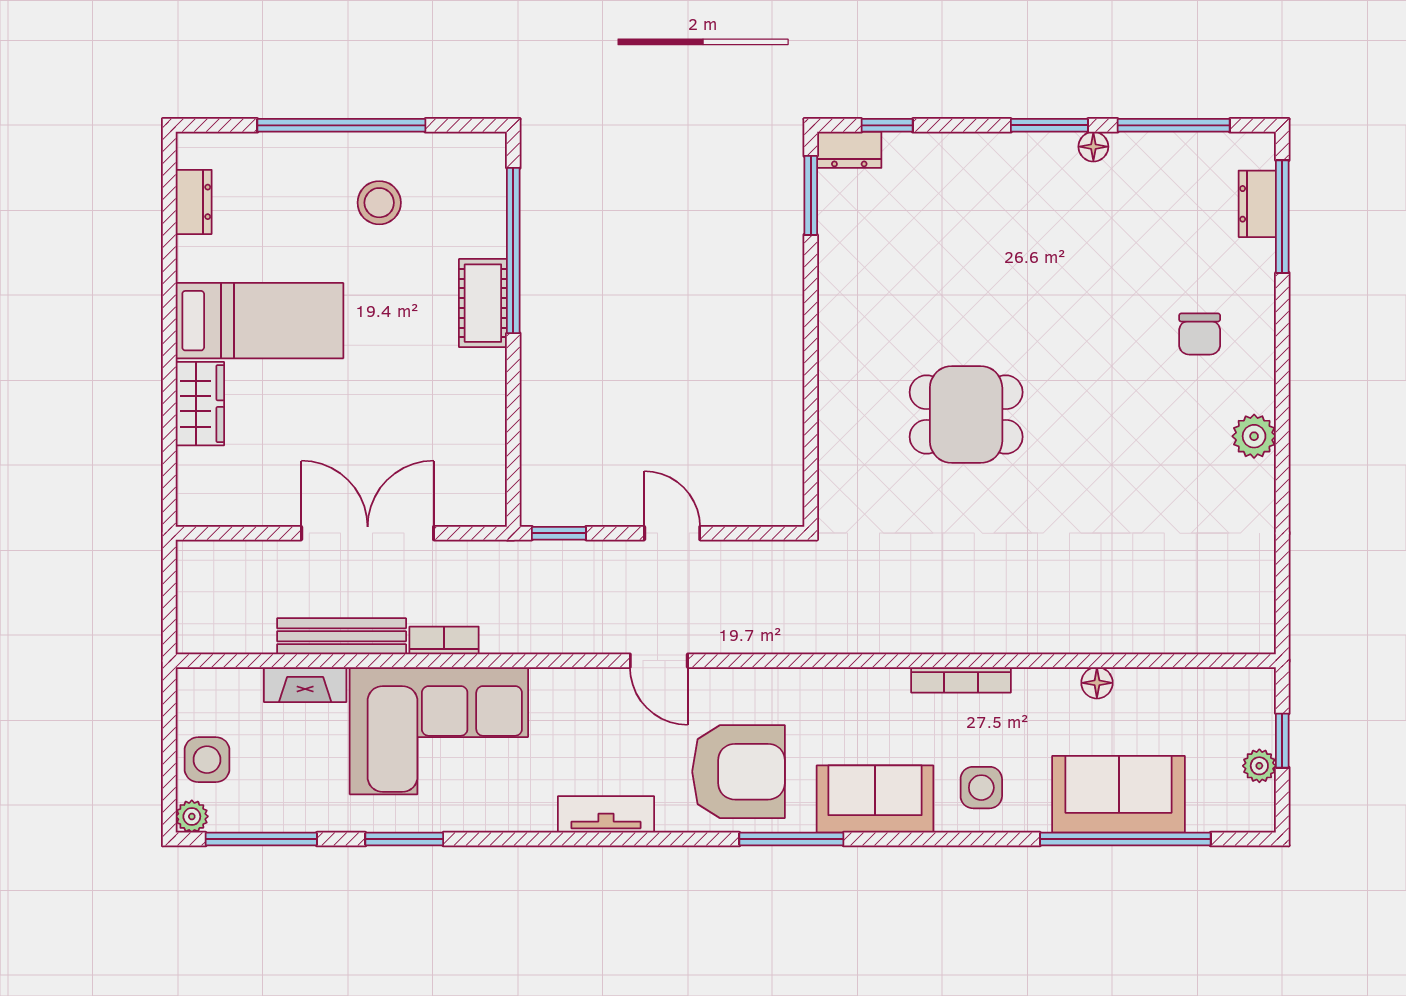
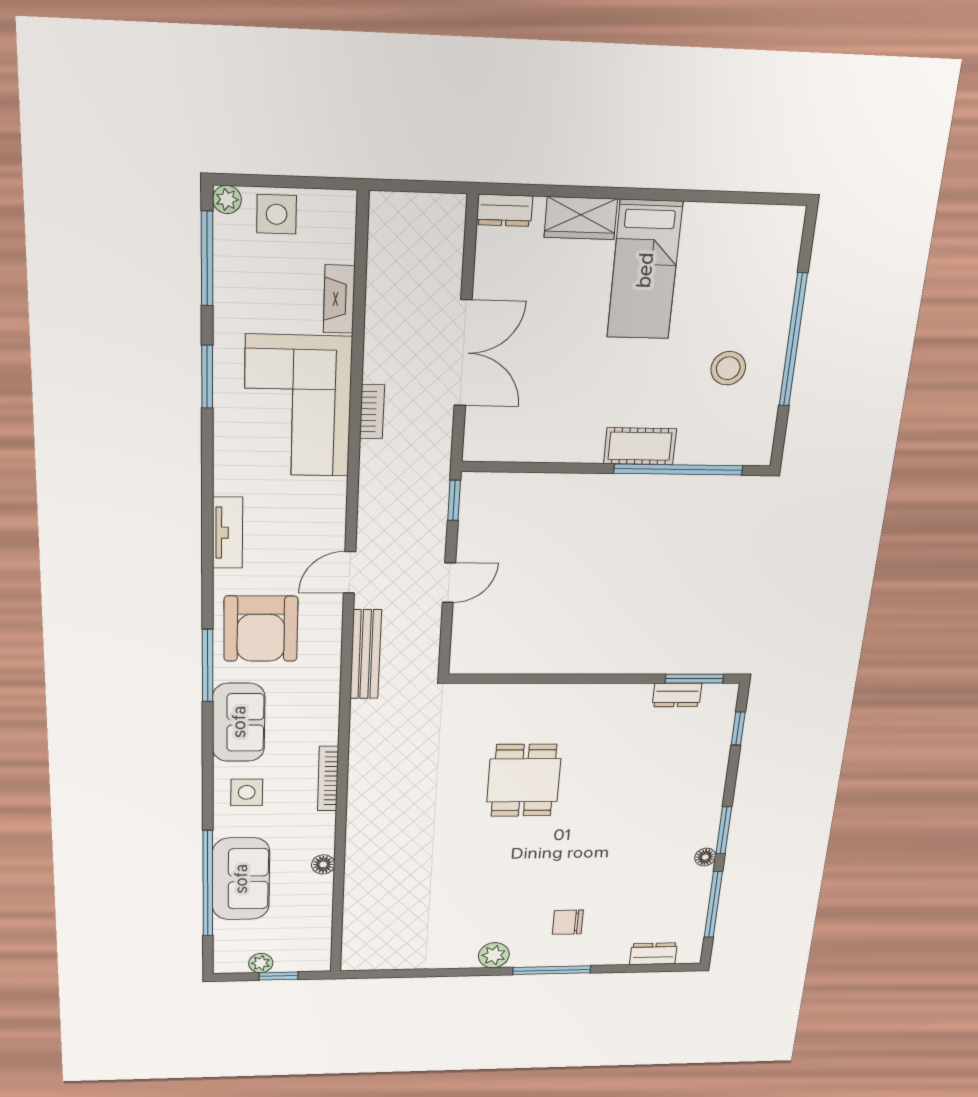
dresser: (849, 150) -> (677, 695), moved, turned -90
dresser: (194, 202) -> (505, 210), moved
window: (1282, 217) -> (552, 970), moved
bench: (342, 636) -> (366, 654), moved

